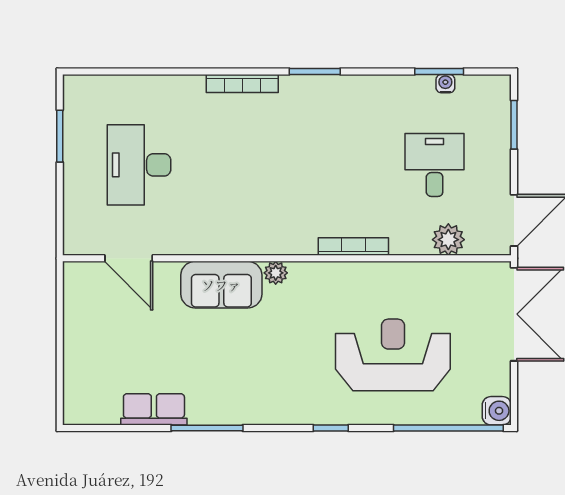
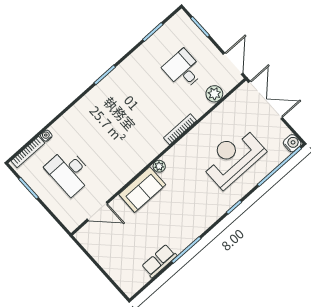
bookcase: (242, 84) -> (28, 152), moved
water cooler: (445, 84) -> (46, 136), moved

